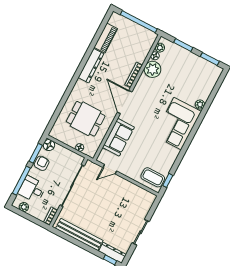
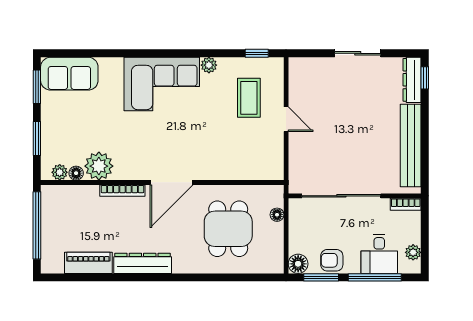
plant: (200, 104) -> (209, 65), moved
sofa: (118, 137) -> (69, 74), moved, turned 180
door: (110, 169) -> (286, 119), moved
coffee table: (153, 177) -> (249, 98), moved

